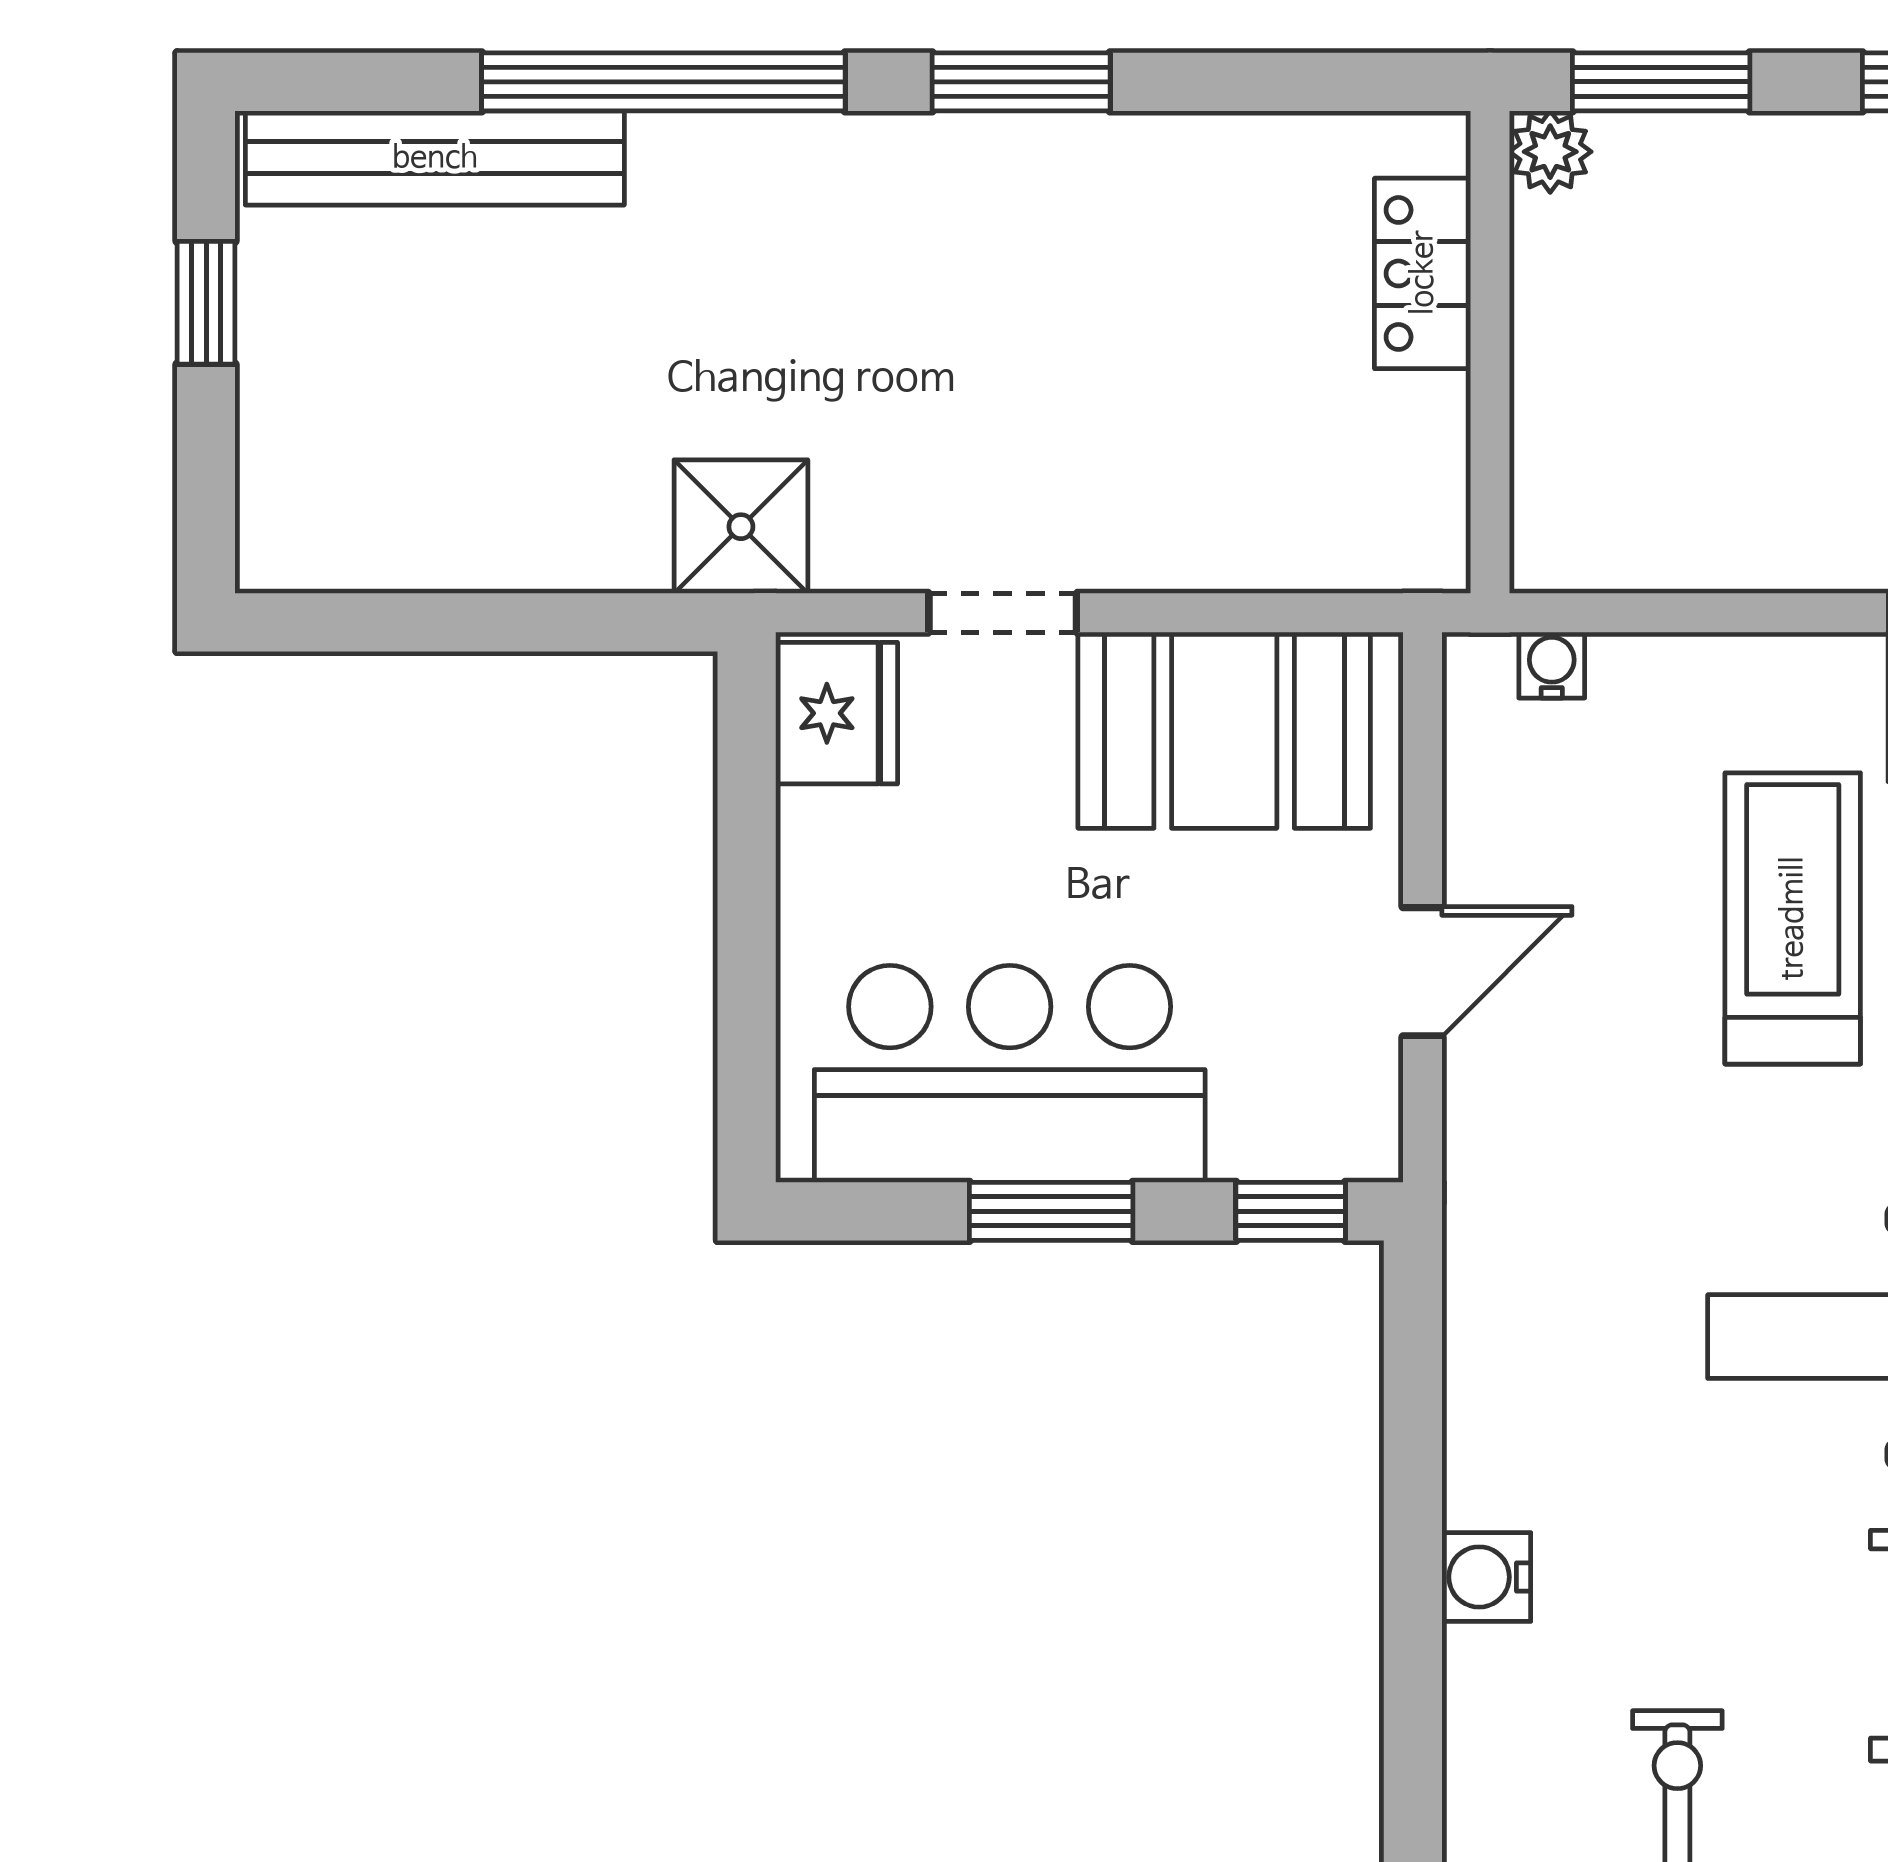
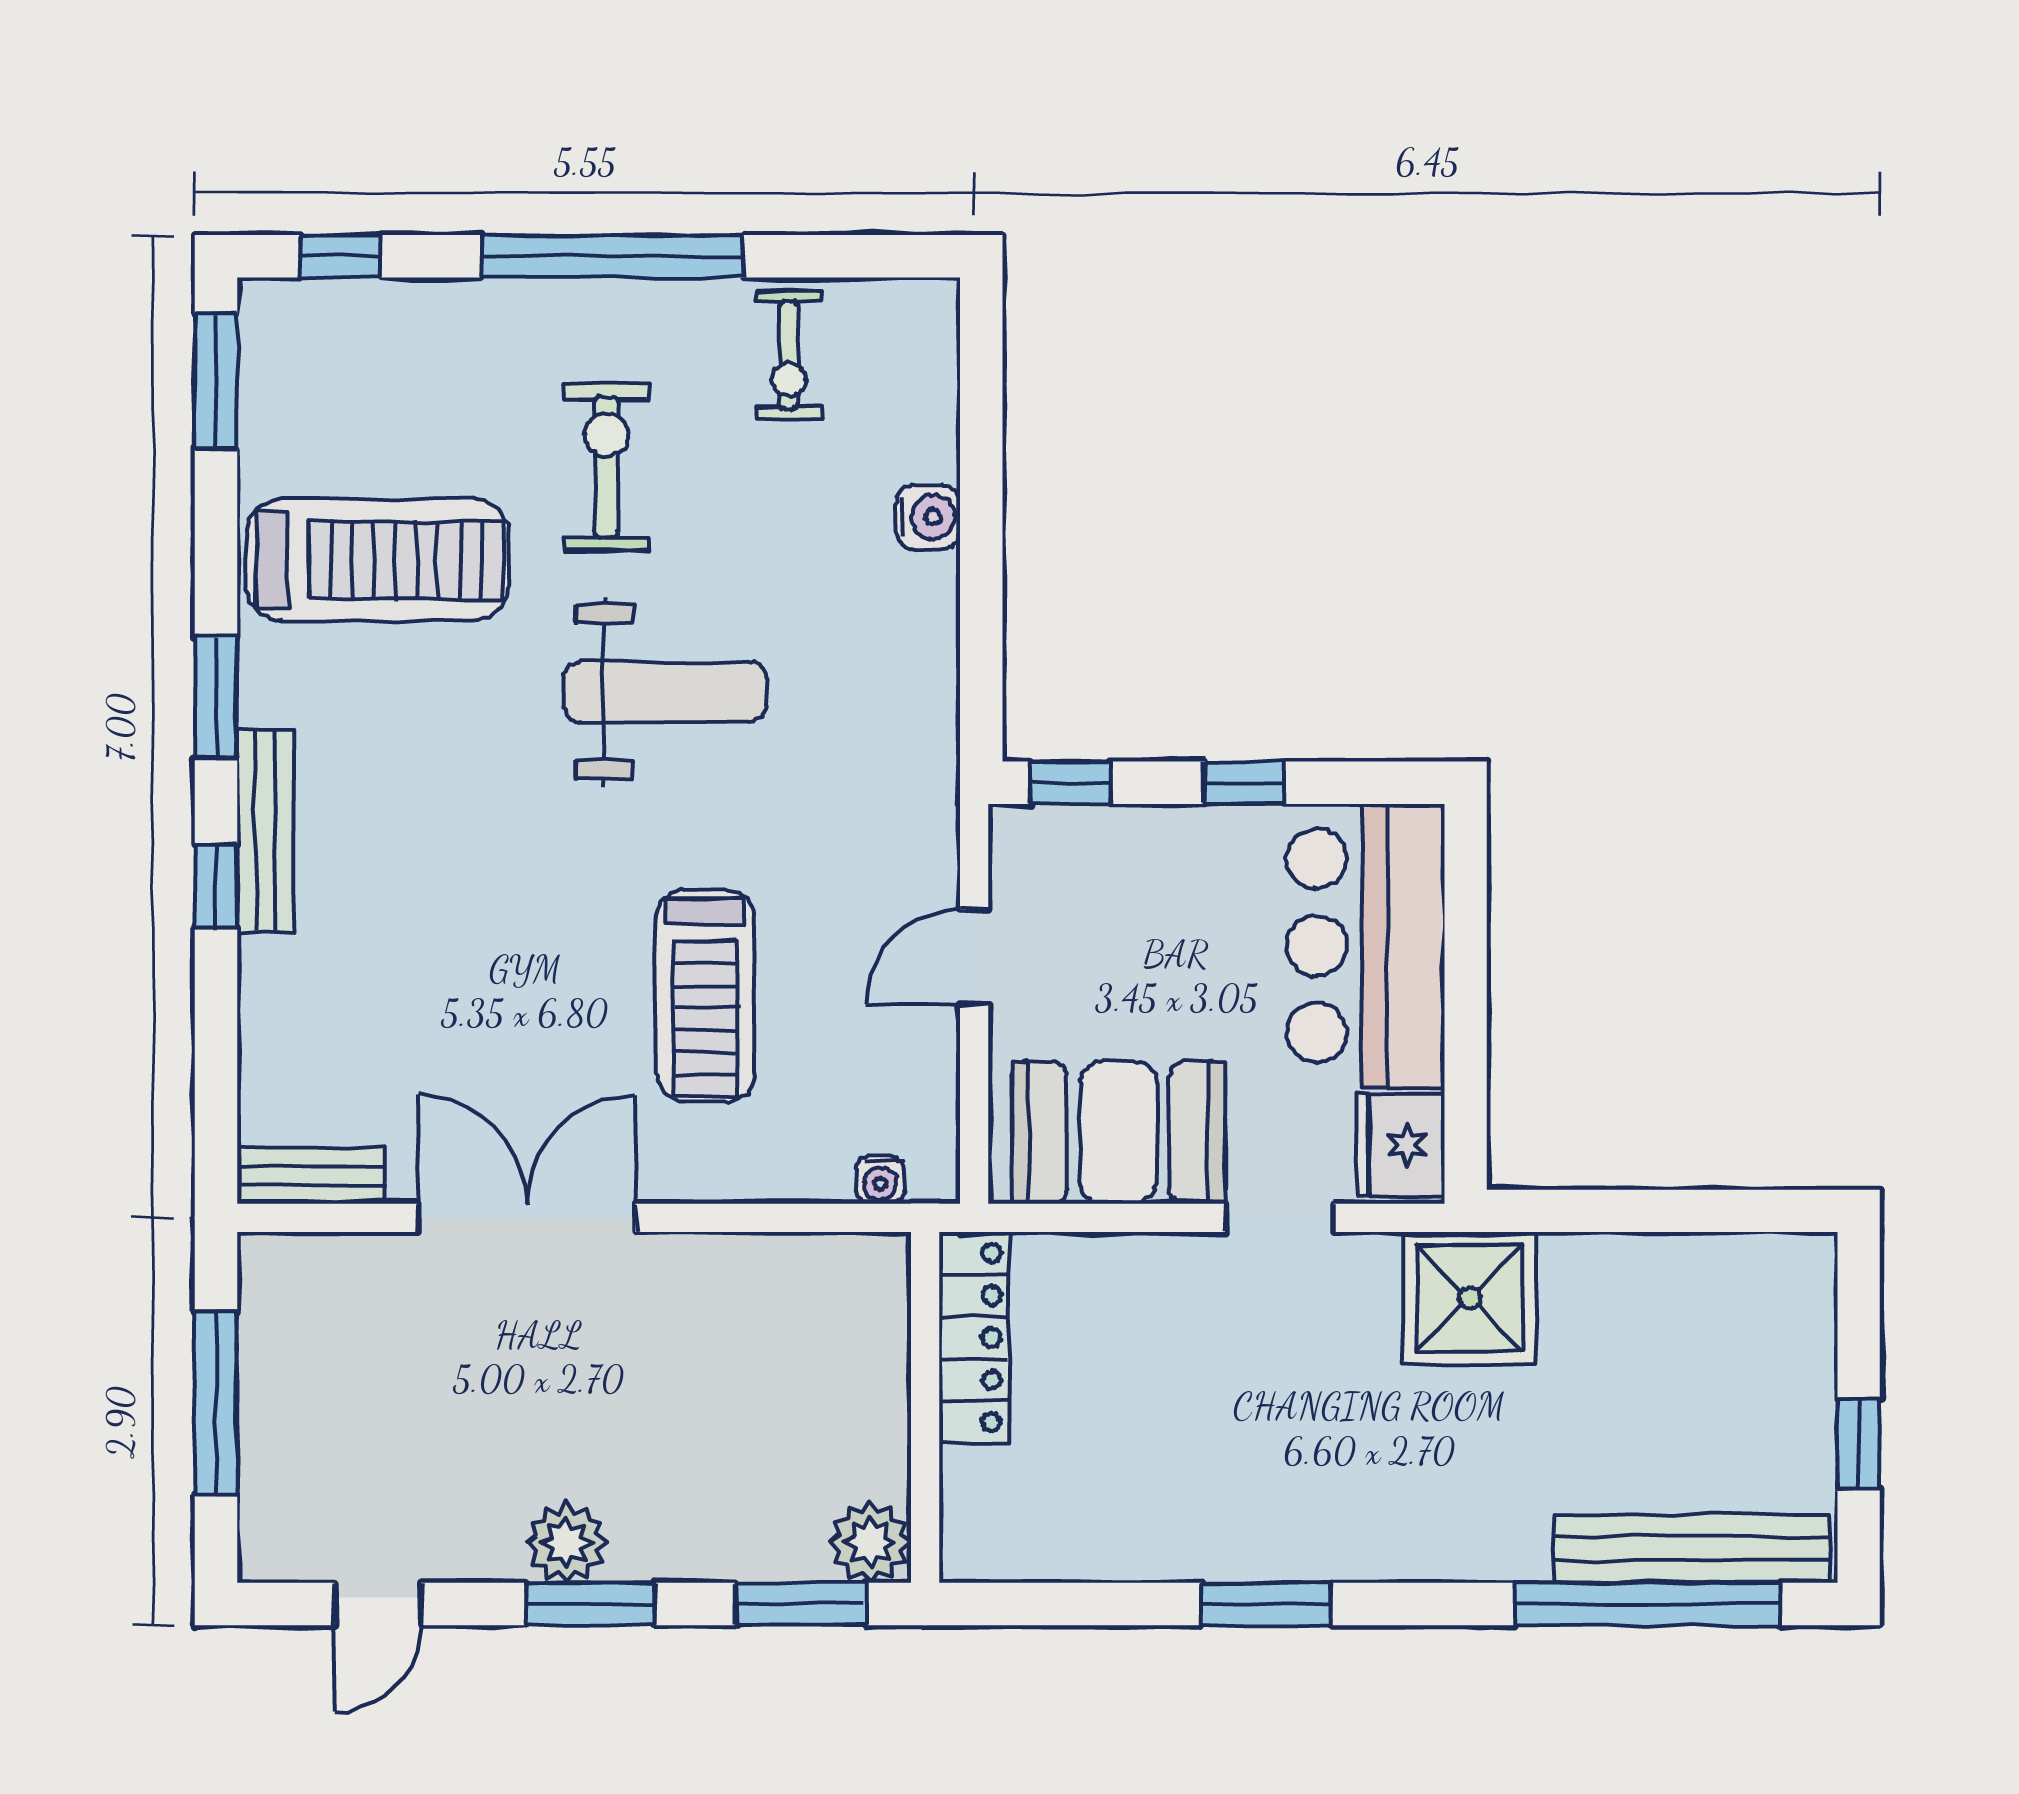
window: (663, 82) -> (1648, 1604), moved
plant: (1550, 152) -> (870, 1542), width x1.38, depth x1.38
locker: (1423, 273) -> (974, 1338), moved, width x1.53
shower: (741, 527) -> (1470, 1298), width x1.36, depth x1.36
bar counter: (1010, 1074) -> (1366, 946), moved, turned 90
window: (1051, 1211) -> (1244, 783), width x0.67

